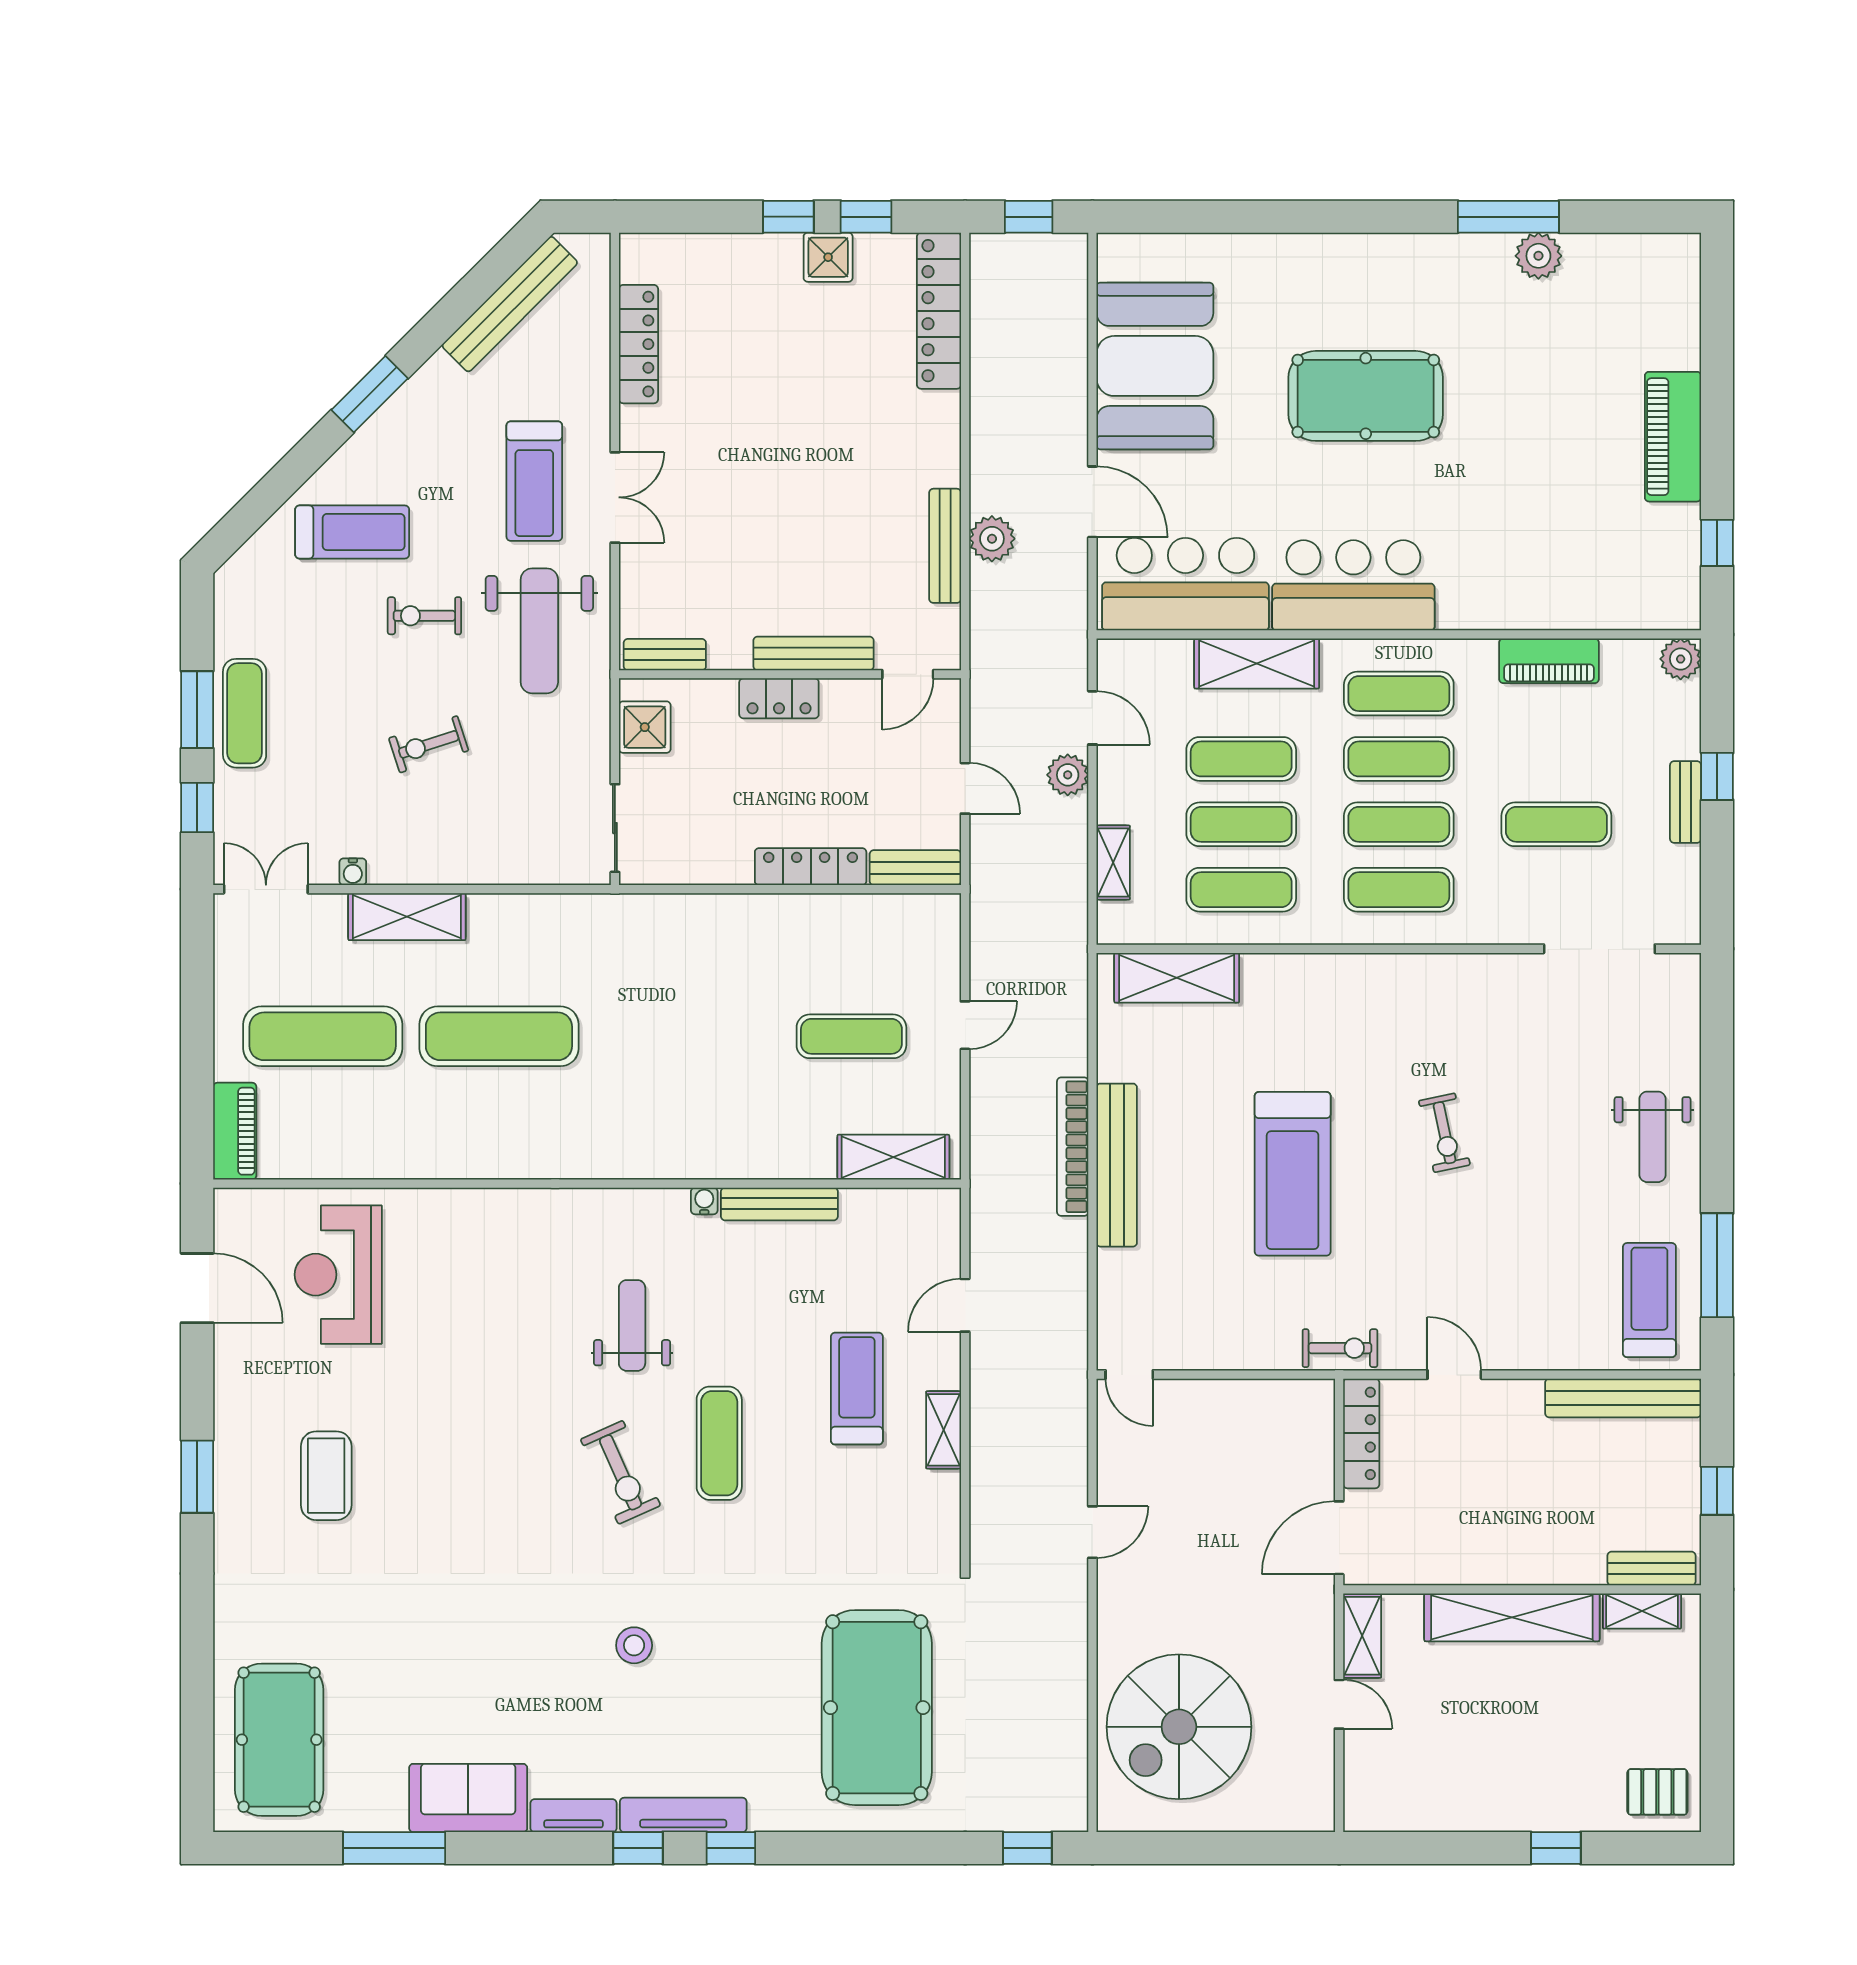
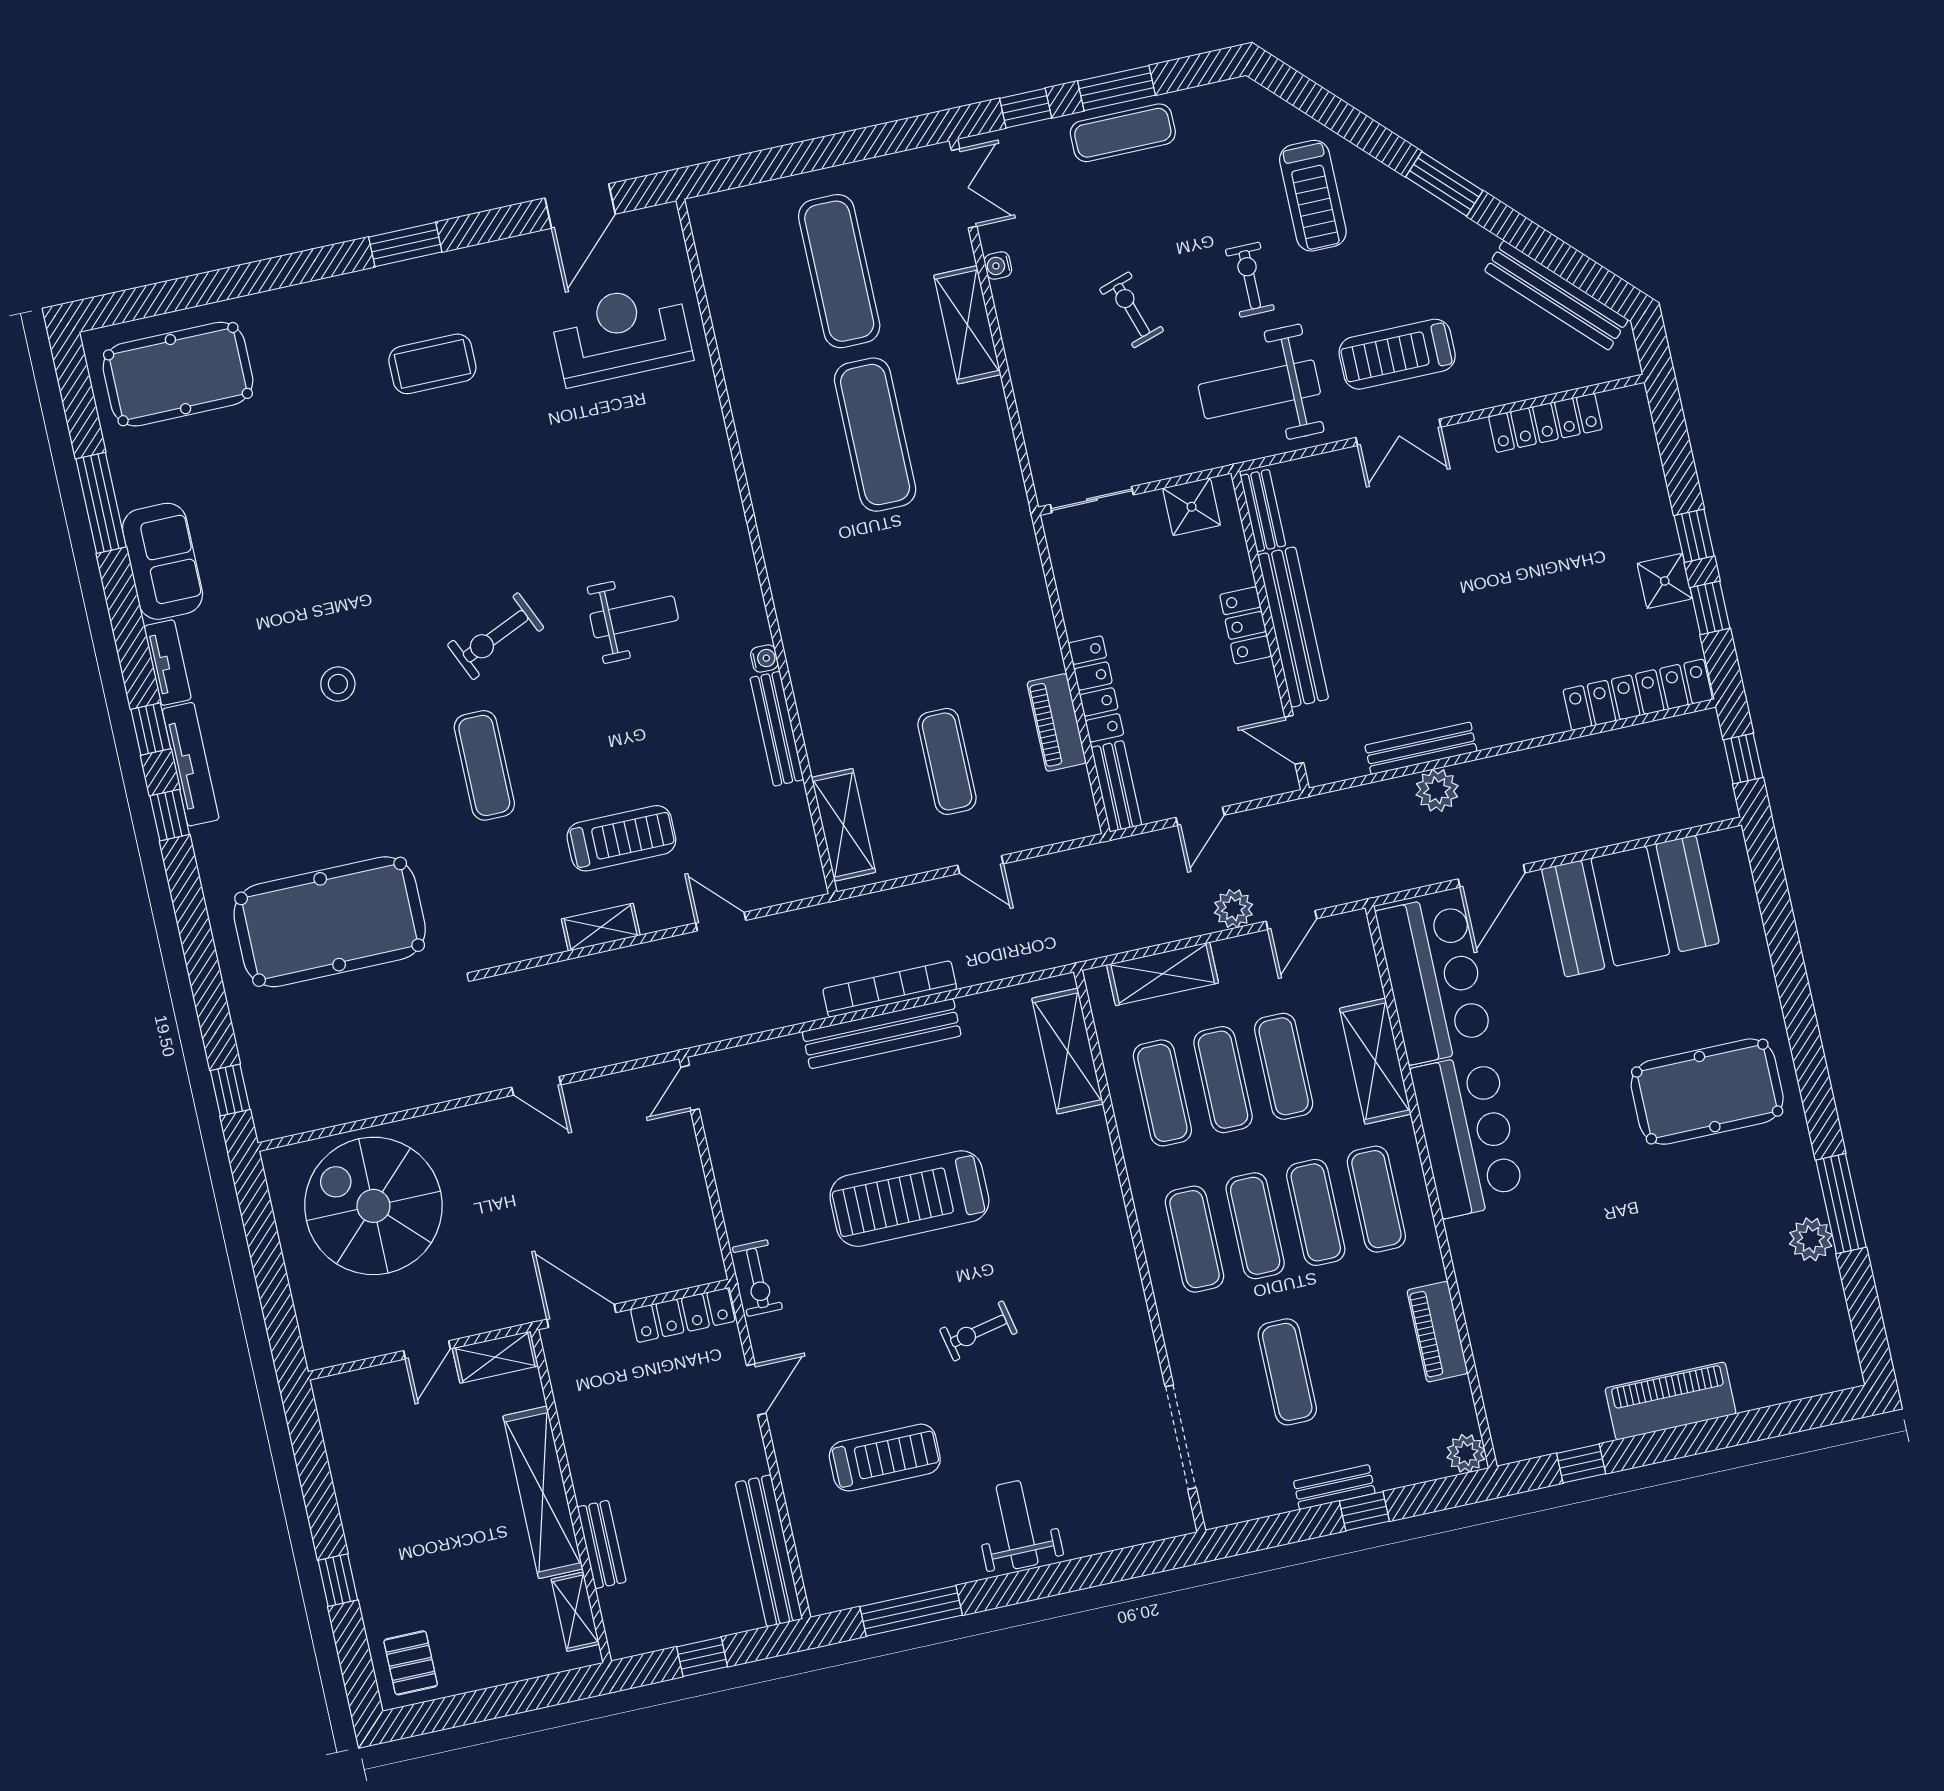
pool table: (1366, 396) -> (1707, 1092), moved, turned 90
bench: (814, 653) -> (1293, 627), width x1.37, depth x1.21
shelving: (1113, 863) -> (1163, 974), width x1.50, depth x1.33
piano: (235, 1131) -> (1057, 722), moved, turned 90
weight bench: (1653, 1137) -> (1017, 1525), turned 90
treadmill: (1649, 1300) -> (885, 1458), moved
exercise mat: (719, 1443) -> (484, 765), moved, turned 90
bench: (1652, 1569) -> (602, 1544), moved

